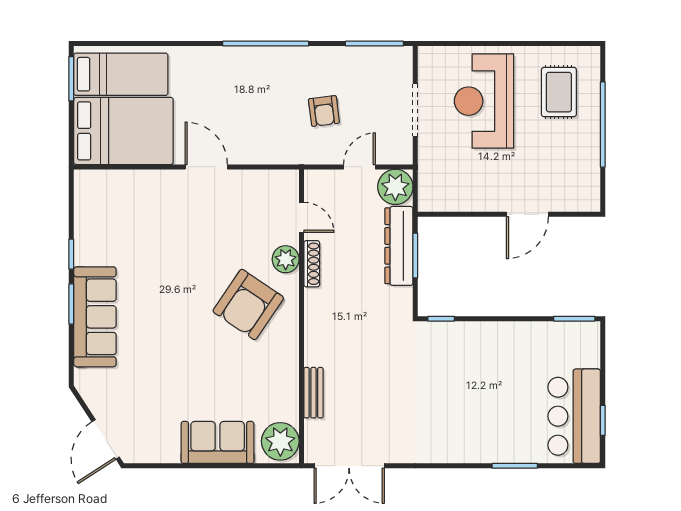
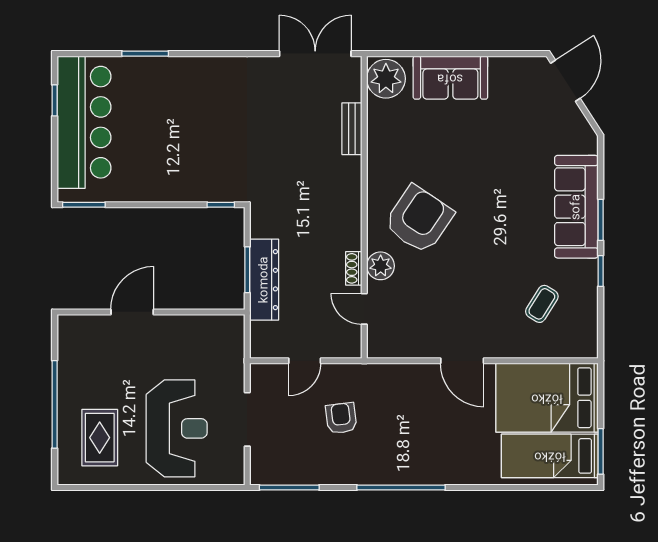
plant: (395, 187) -> (268, 340), removed
coffee table: (129, 222) -> (542, 304), added
shoe rack: (312, 264) -> (354, 268), width x0.70
bar counter: (574, 416) -> (84, 122), width x1.36

